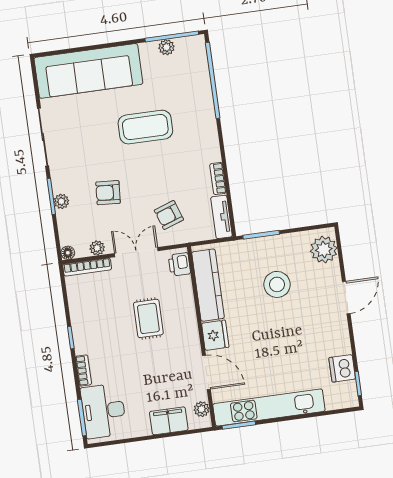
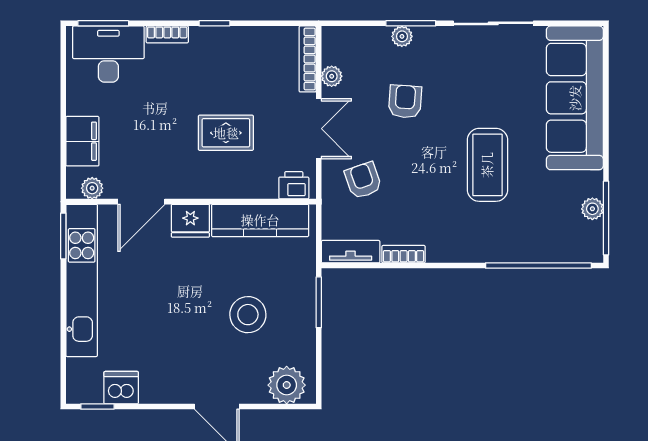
floor lamp: (68, 253) -> (331, 35), removed

